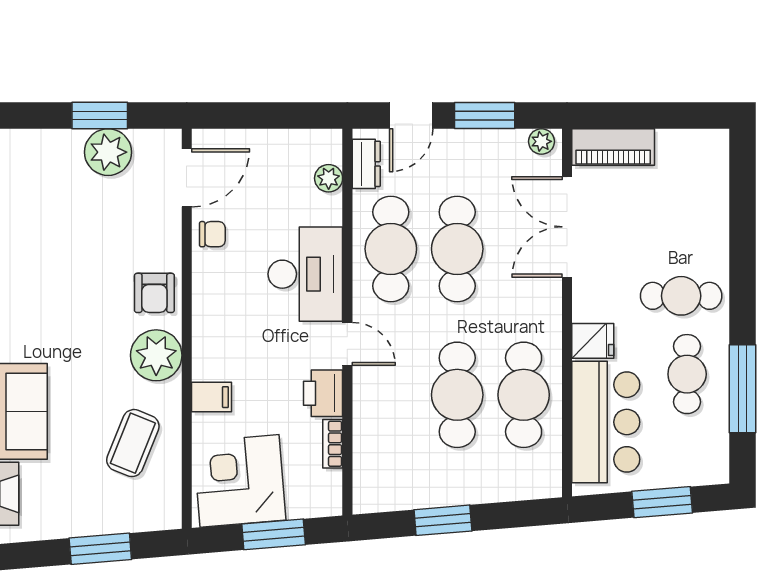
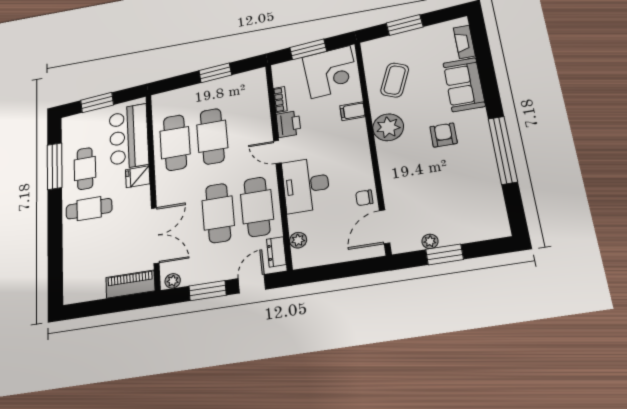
plant: (108, 152) -> (430, 241), width x0.53, depth x0.53
armchair: (154, 293) -> (444, 135), moved

